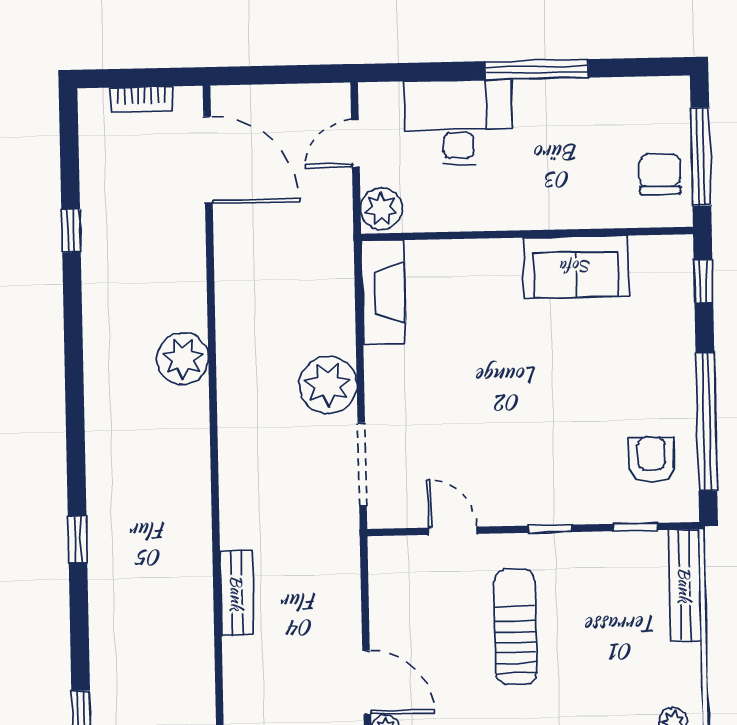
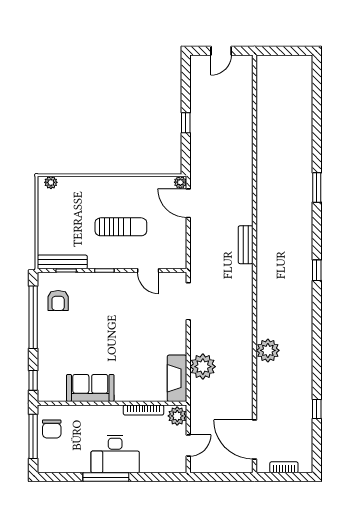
desk: (458, 122) -> (115, 454), moved
bookcase: (456, 220) -> (144, 410), added
plant: (328, 385) -> (203, 367), moved
bench: (685, 585) -> (62, 262), moved, turned 90
sun lounger: (515, 627) -> (121, 227), turned -90

